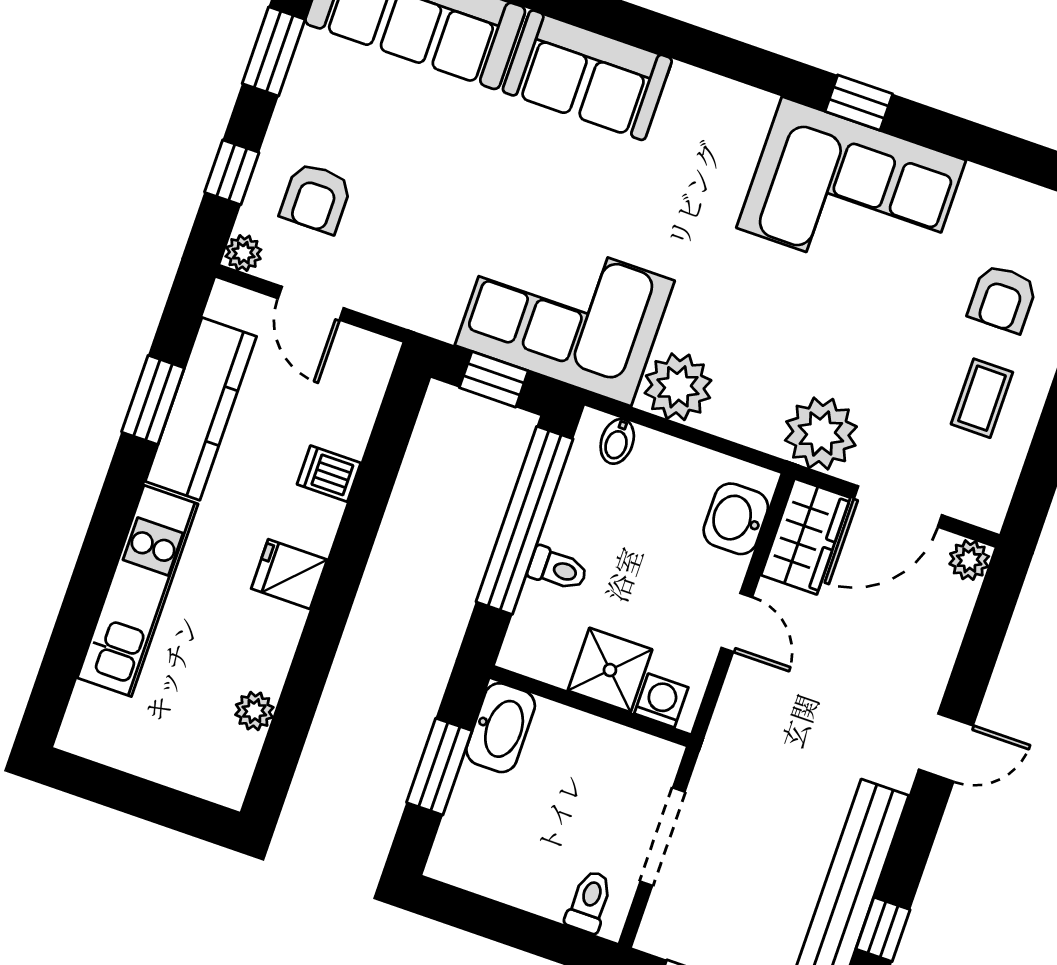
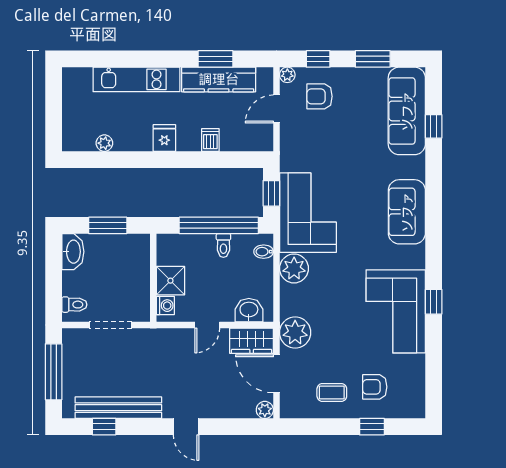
sofa: (587, 75) -> (407, 212), moved
toilet: (558, 569) -> (223, 245), moved
washbasin: (501, 728) -> (73, 252), moved, turned -90

